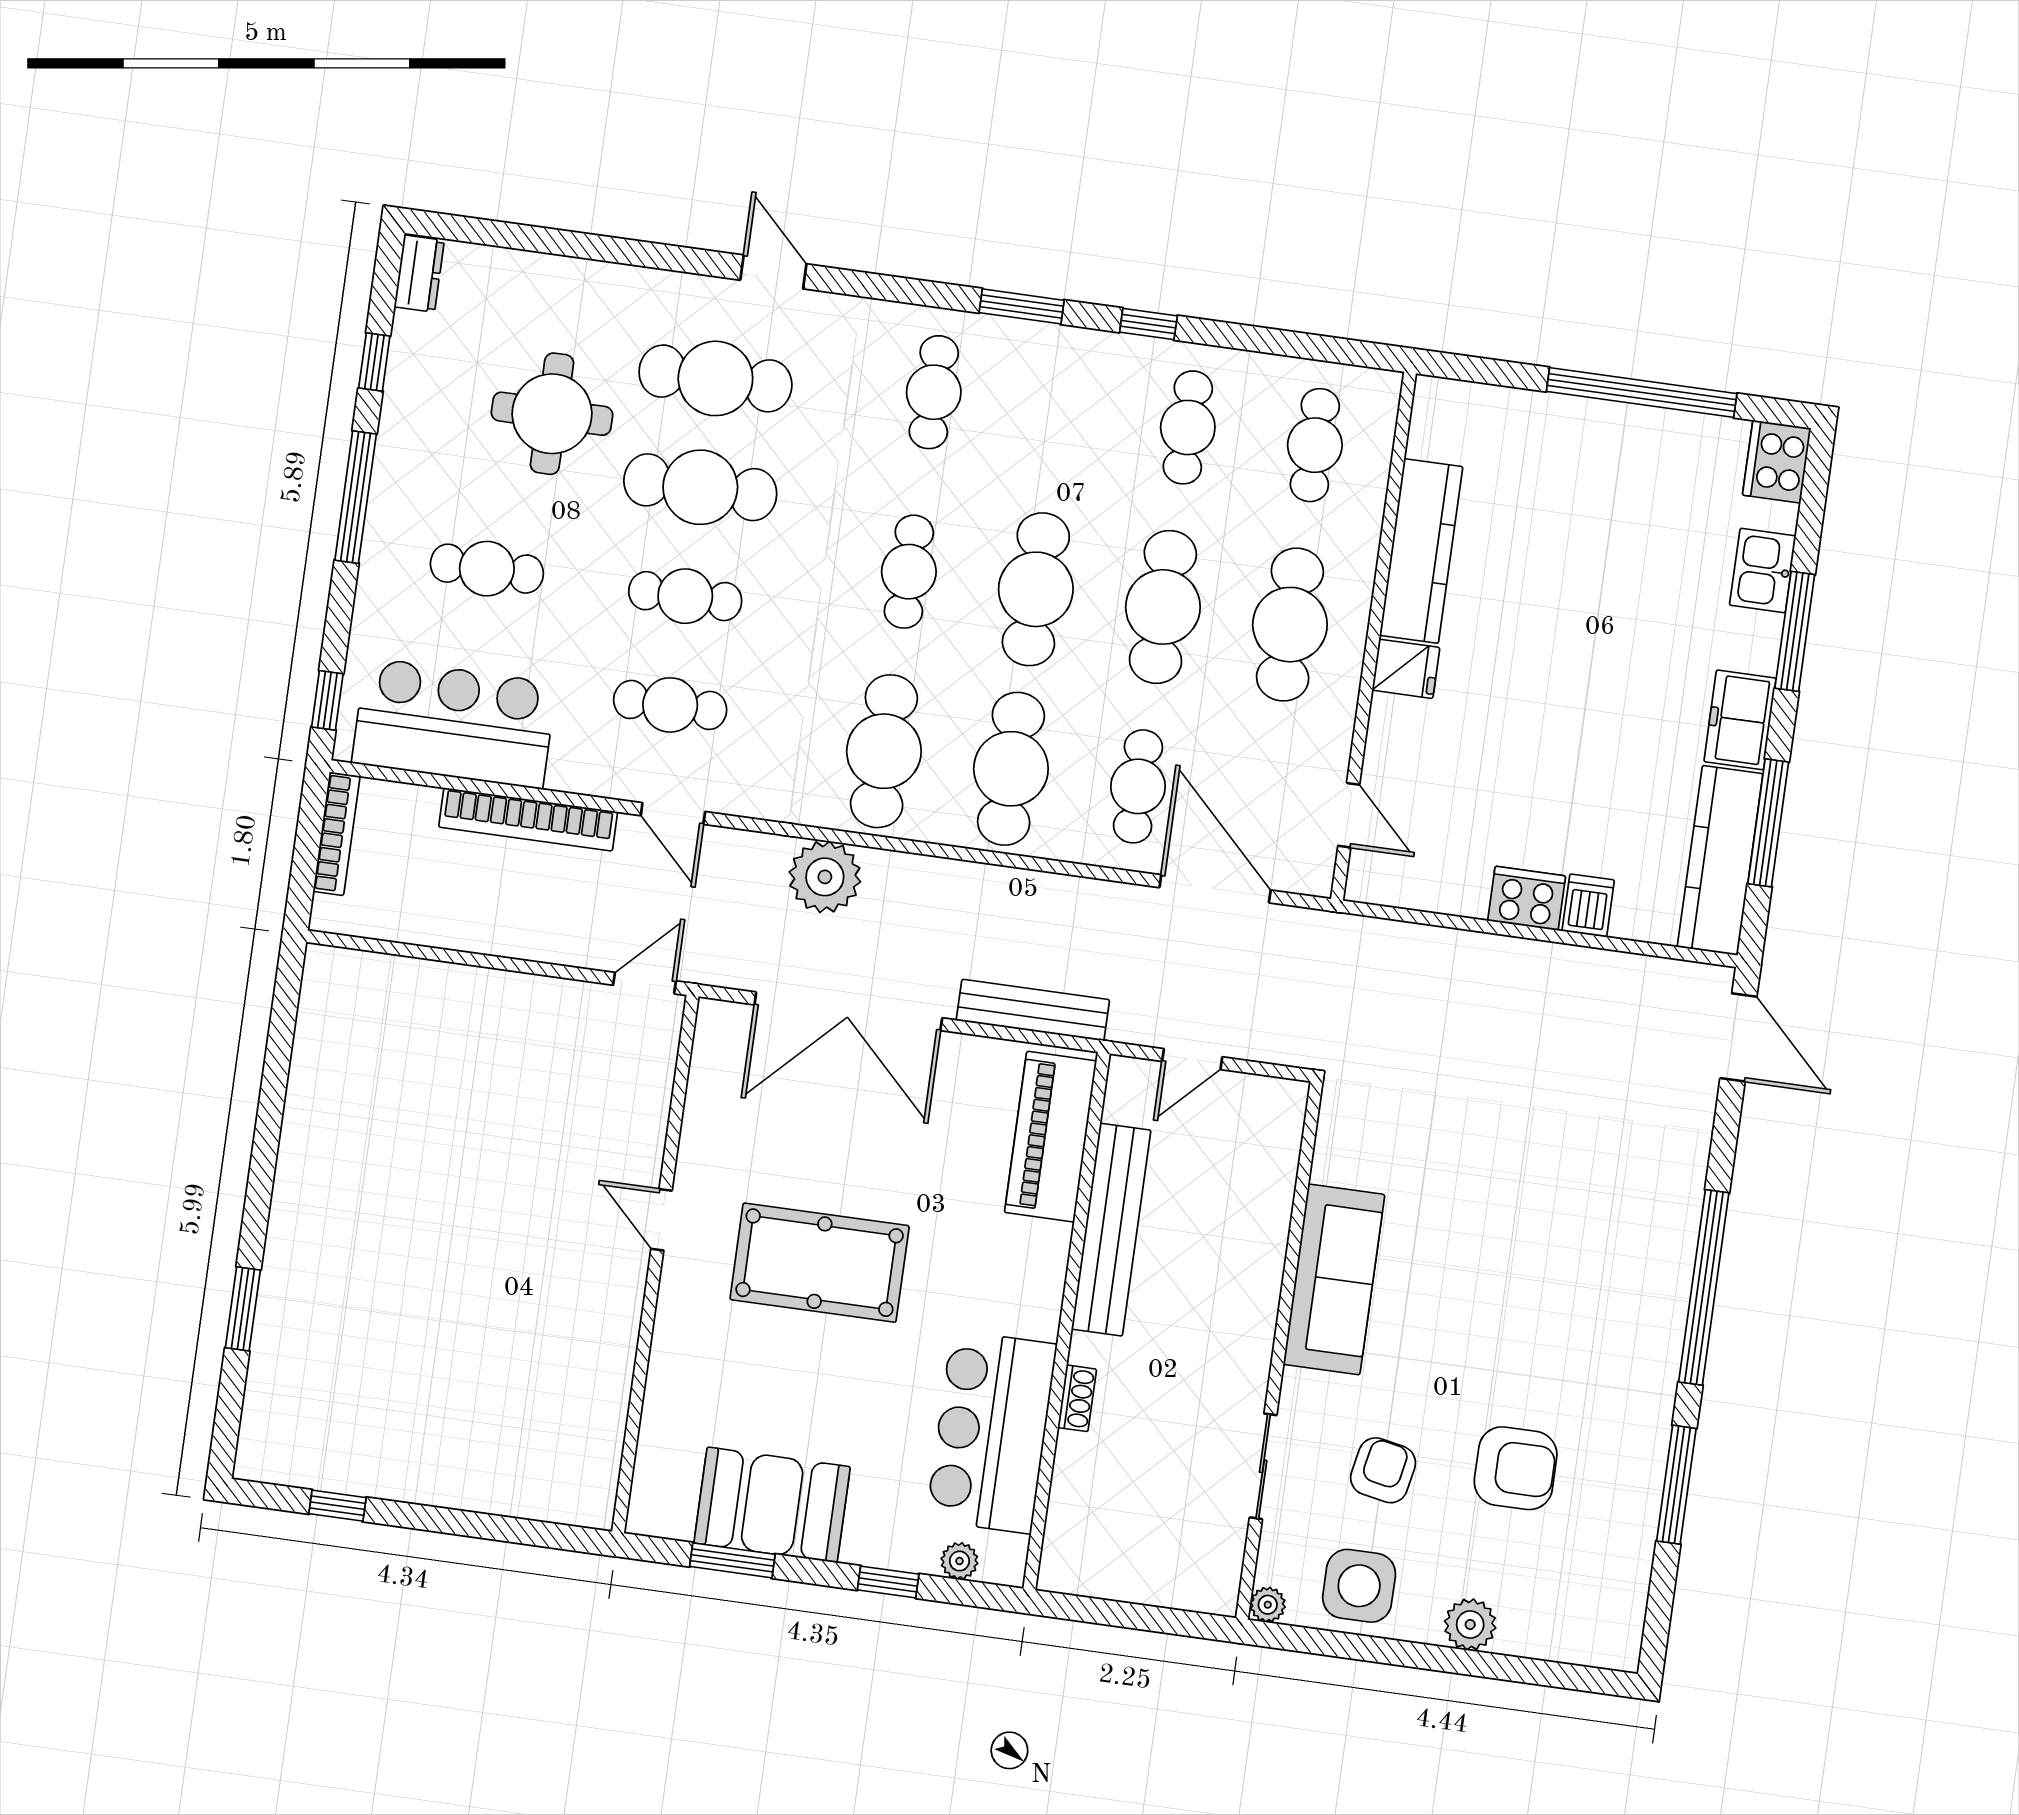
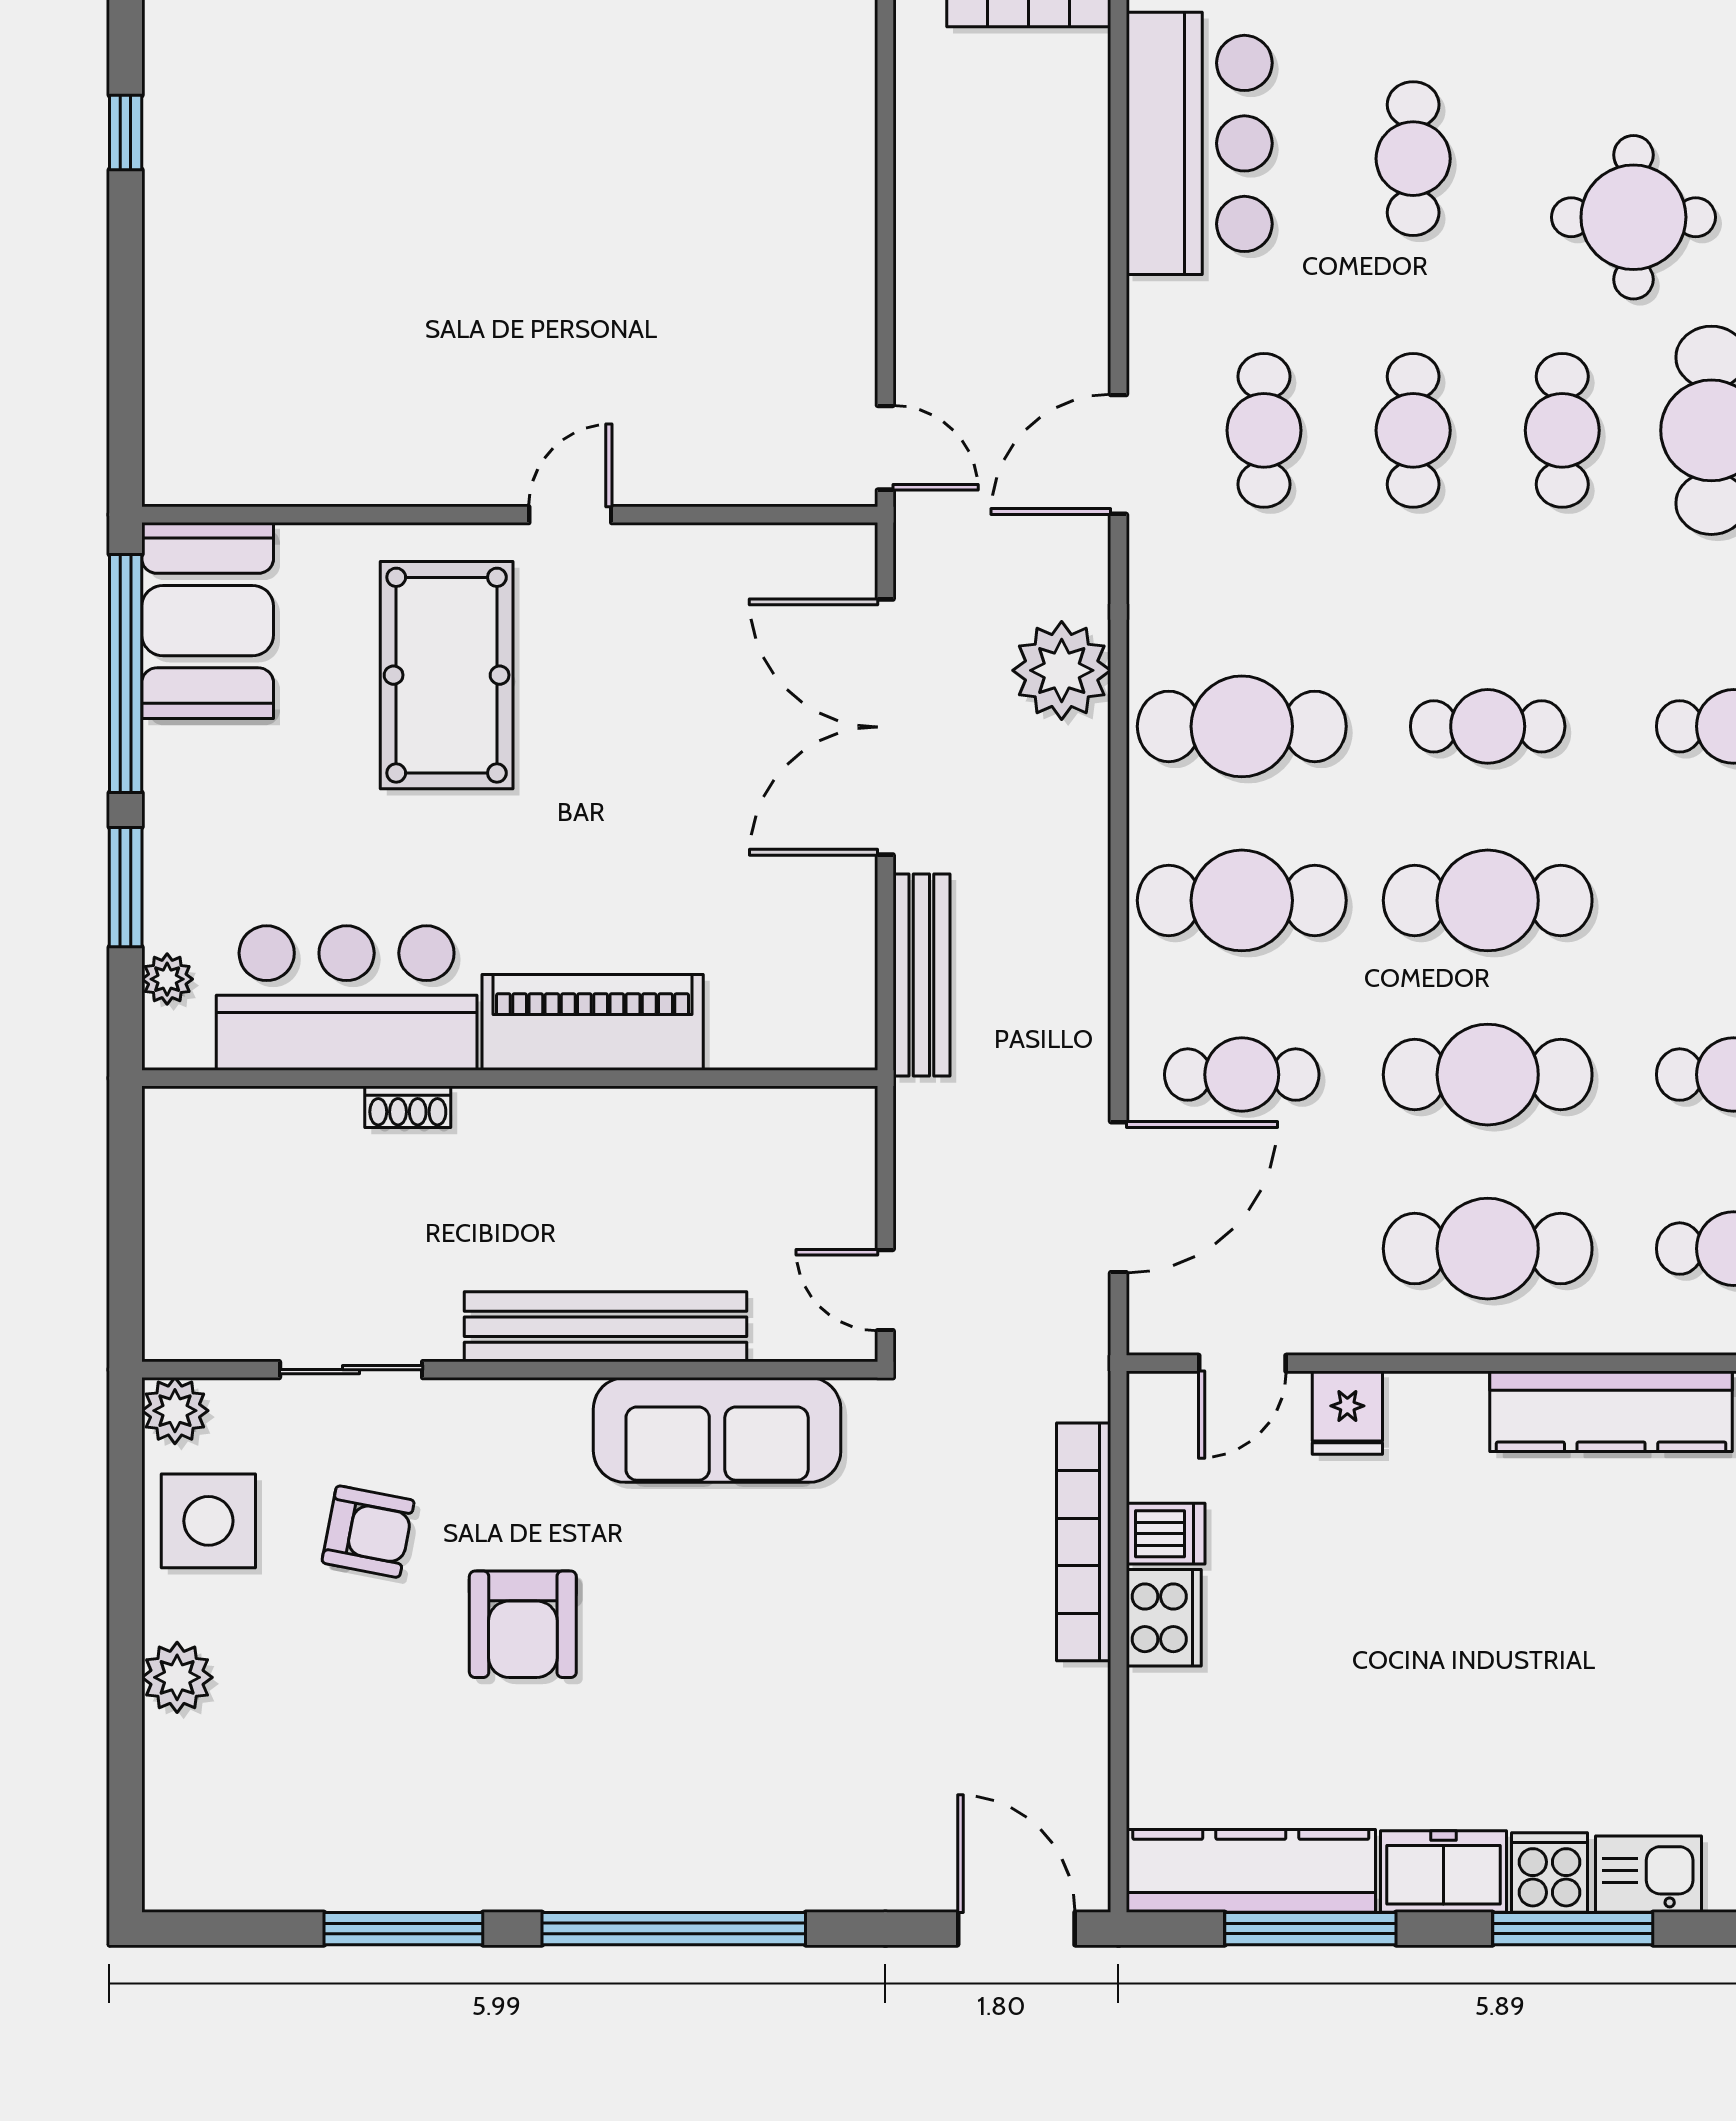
cafe table: (700, 487) -> (1562, 430), width x0.73, depth x0.74
cooker: (1752, 643) -> (1549, 1872), added
fridge: (1406, 669) -> (1347, 1413), moved
door: (673, 814) -> (1118, 454), width x1.38
bookcase: (528, 819) -> (1084, 1542), moved
dishwasher: (1588, 906) -> (1166, 1534), moved
door: (1738, 1037) -> (1016, 1929), swing flipped
door: (1192, 1059) -> (885, 1290), moved
piano: (1051, 1137) -> (593, 1022), moved
bench: (1111, 1230) -> (605, 1327), moved
pool table: (820, 1263) -> (447, 675), moved
sofa: (1334, 1279) -> (717, 1430), moved
armchair: (1516, 1468) -> (523, 1624), moved
booth: (772, 1505) -> (208, 621), moved
window: (732, 1560) -> (126, 673), width x2.11
window: (888, 1582) -> (126, 887), width x1.50
plant: (1268, 1605) -> (175, 1411), width x1.38, depth x1.38

